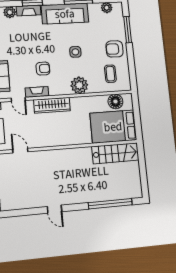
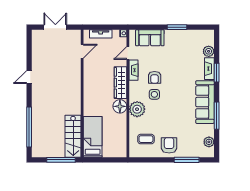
side table: (75, 52) -> (154, 94), moved
floor lamp: (115, 101) -> (120, 106), moved
bed: (113, 127) -> (93, 137), width x0.67
window: (142, 165) -> (61, 160), added

